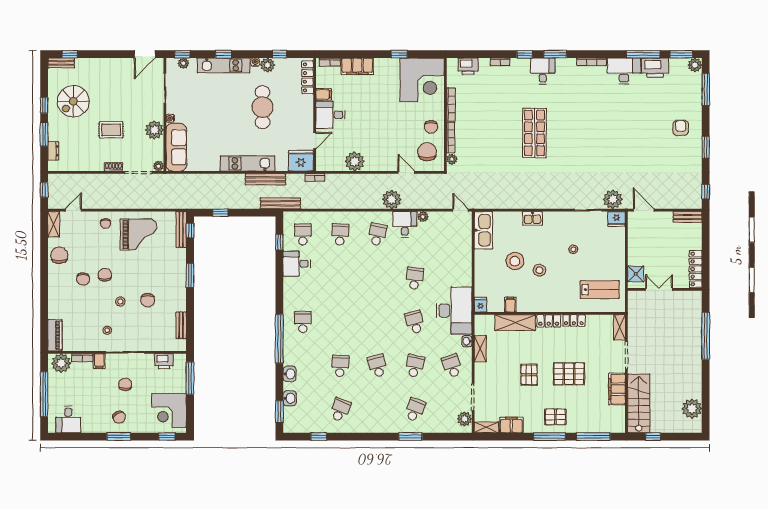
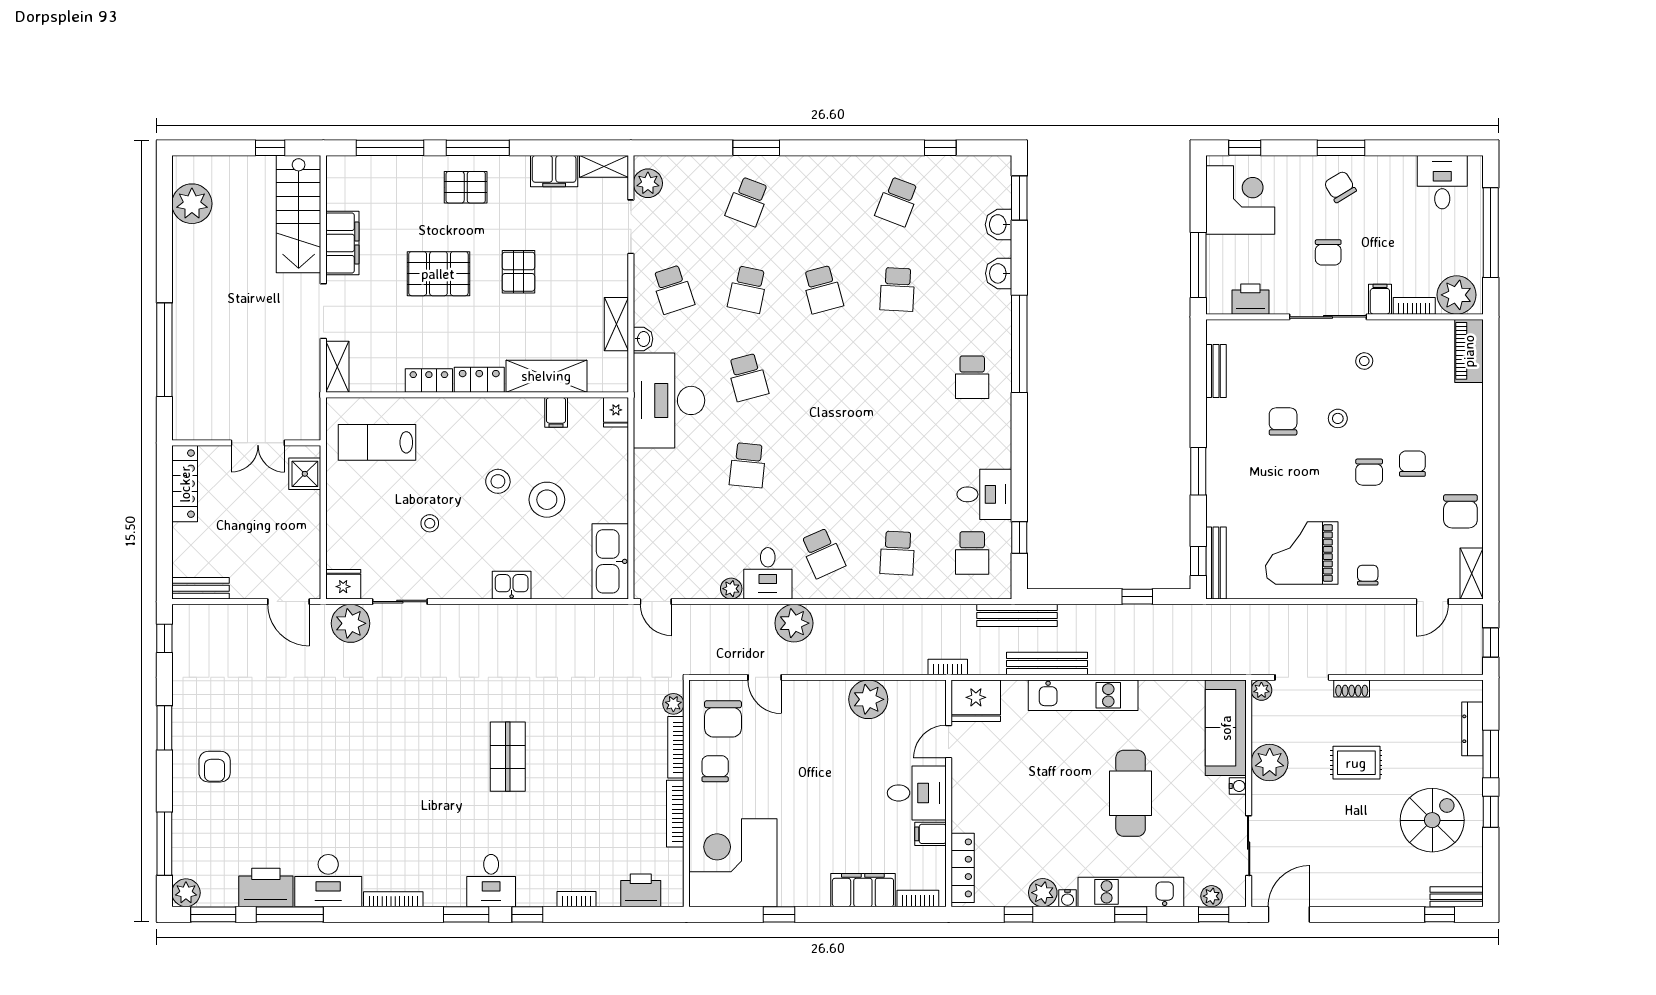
cafe table: (263, 107) -> (1131, 793), moved
shop shelf: (534, 133) -> (508, 757), width x0.70, depth x0.74
dresser: (53, 151) -> (1473, 729), width x1.44
school desk: (377, 234) -> (823, 553), turned -36

